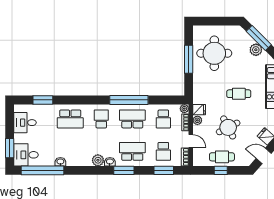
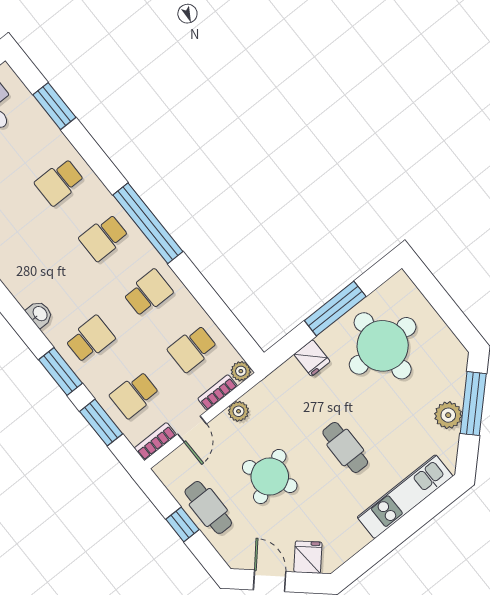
window: (129, 100) -> (148, 223), moved
fridge: (199, 110) -> (312, 358), moved
school desk: (70, 119) -> (59, 182), width x0.54
school desk: (101, 119) -> (104, 237), turned 180
school desk: (132, 119) -> (148, 293), width x0.54
school desk: (132, 151) -> (90, 339), width x0.54
plant: (98, 160) -> (25, 291), removed
window: (124, 170) -> (60, 372), moved

